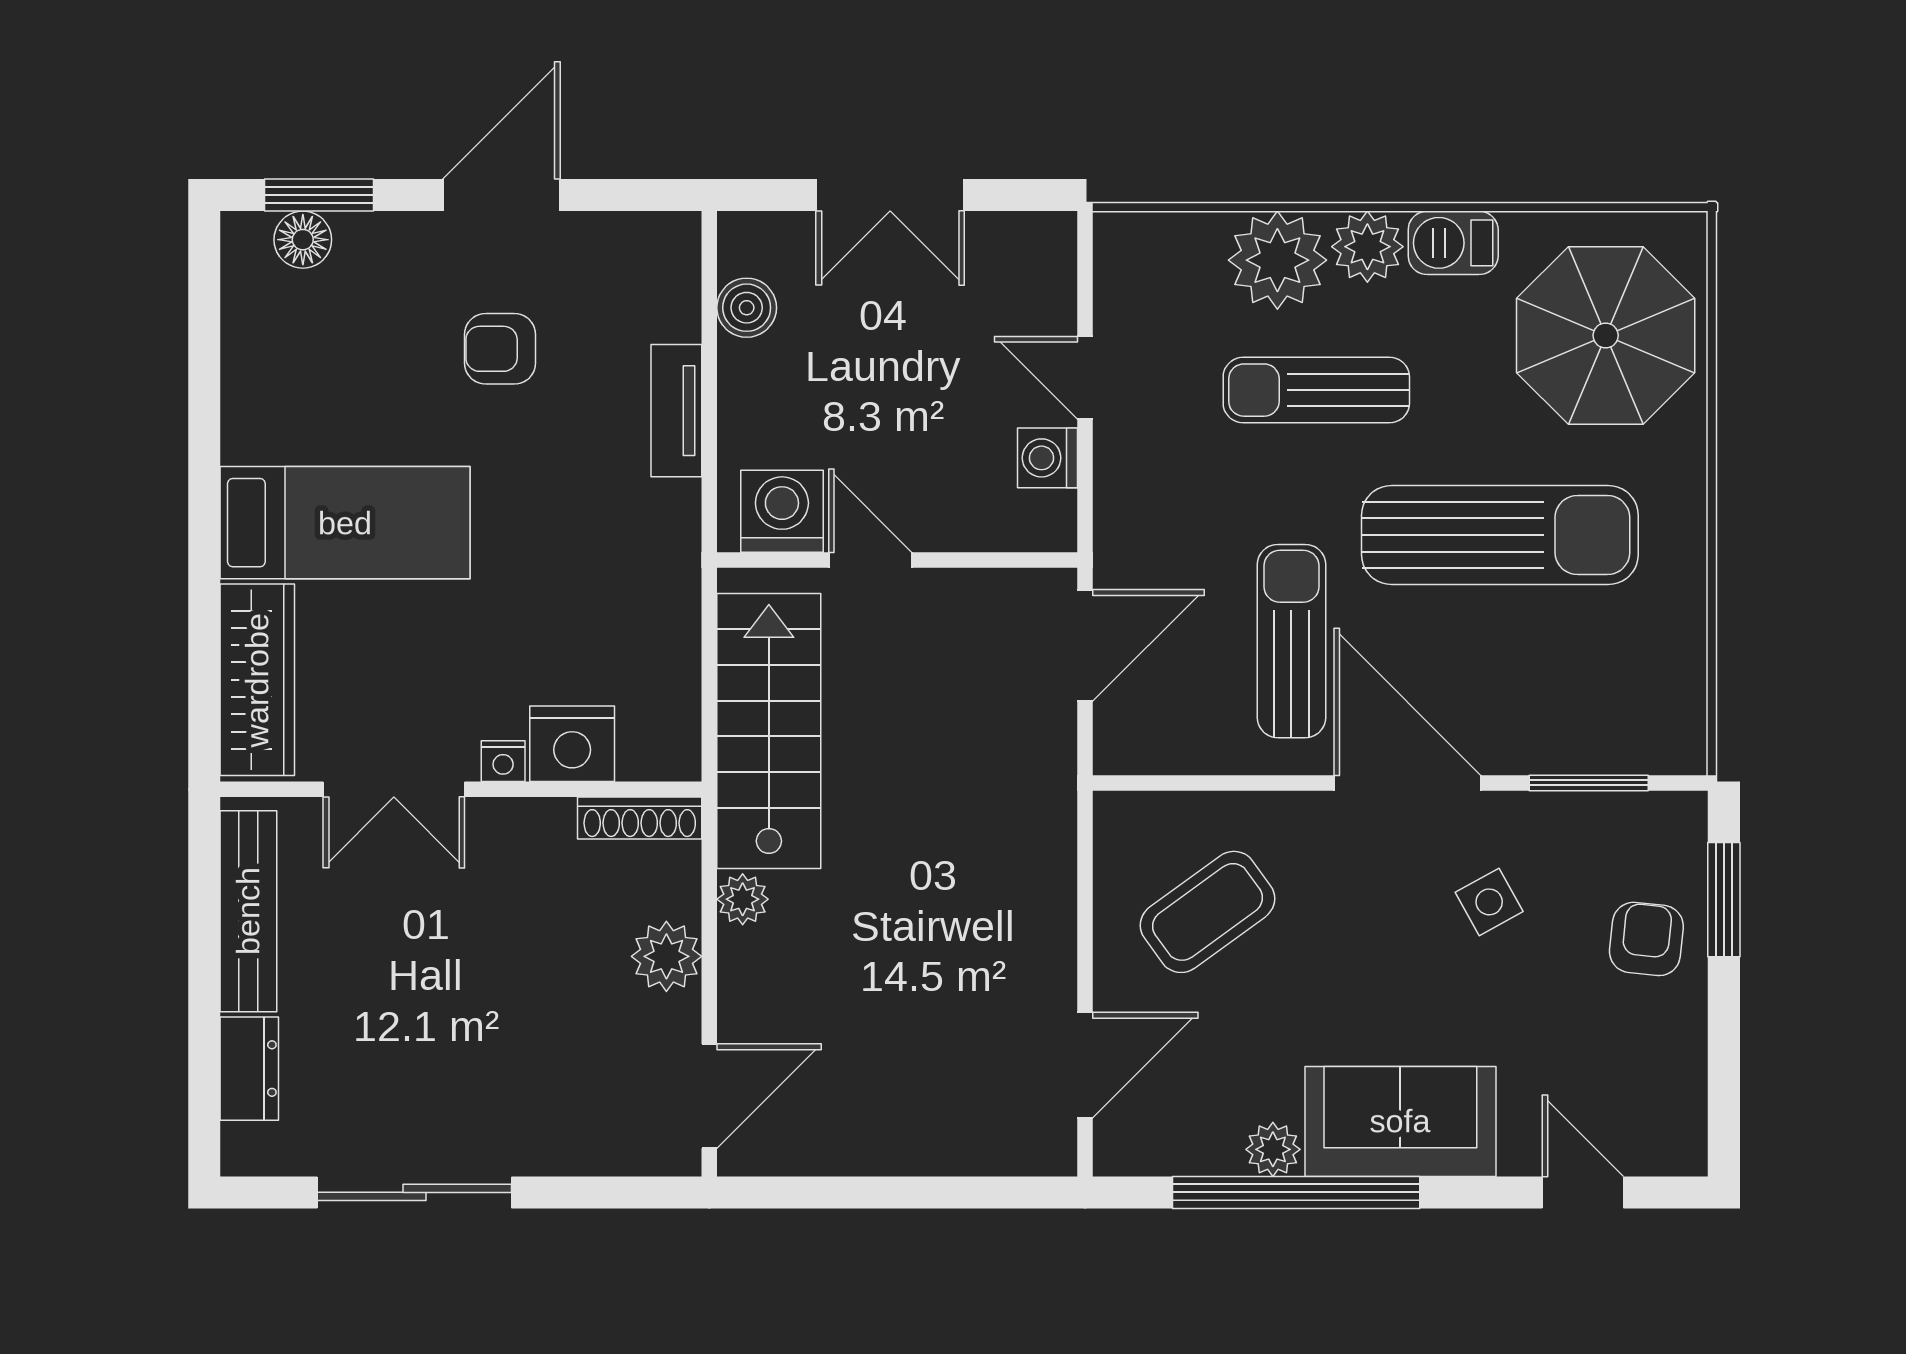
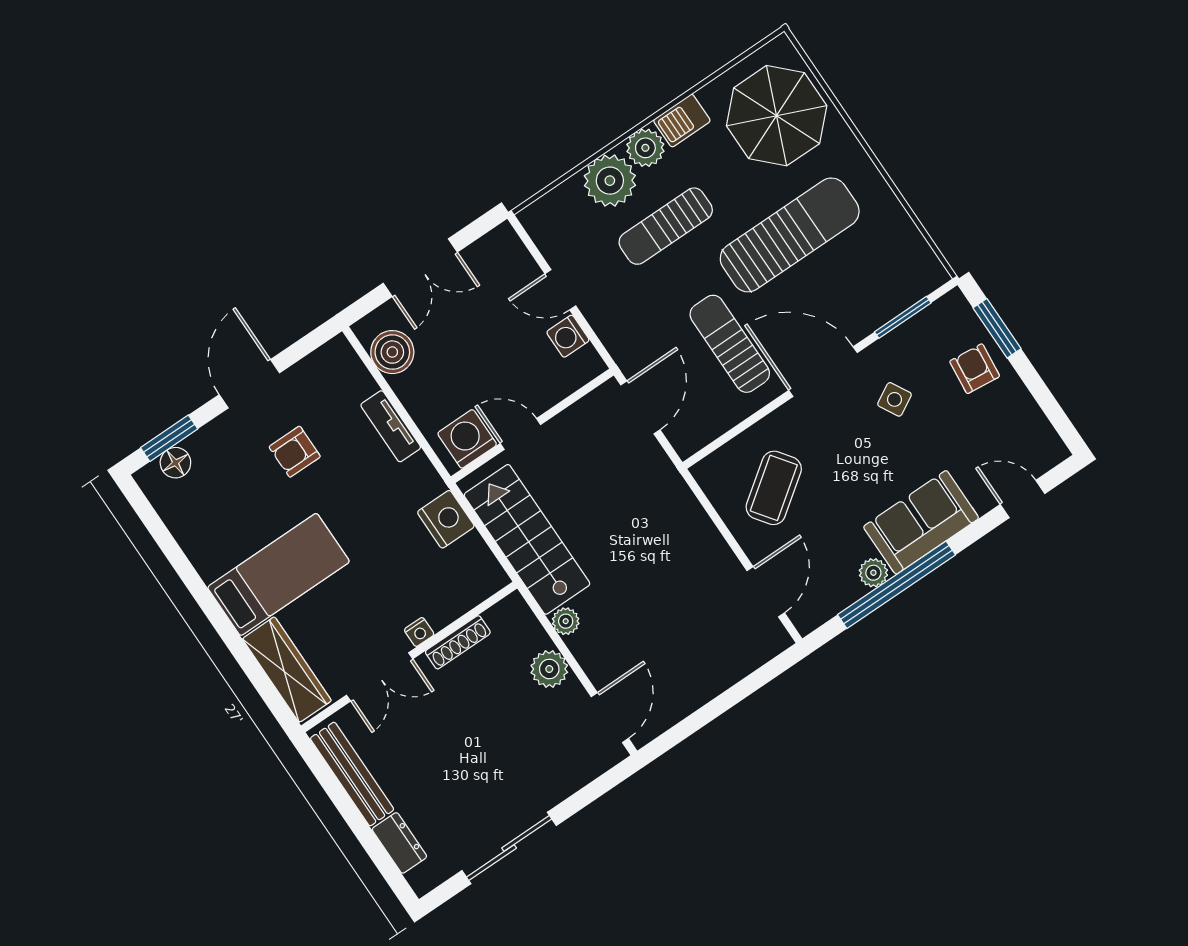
boiler: (747, 308) -> (392, 352), width x1.36, depth x1.36
nightstand: (572, 744) -> (446, 519), moved, turned -90
shoe rack: (640, 818) -> (458, 642), moved

